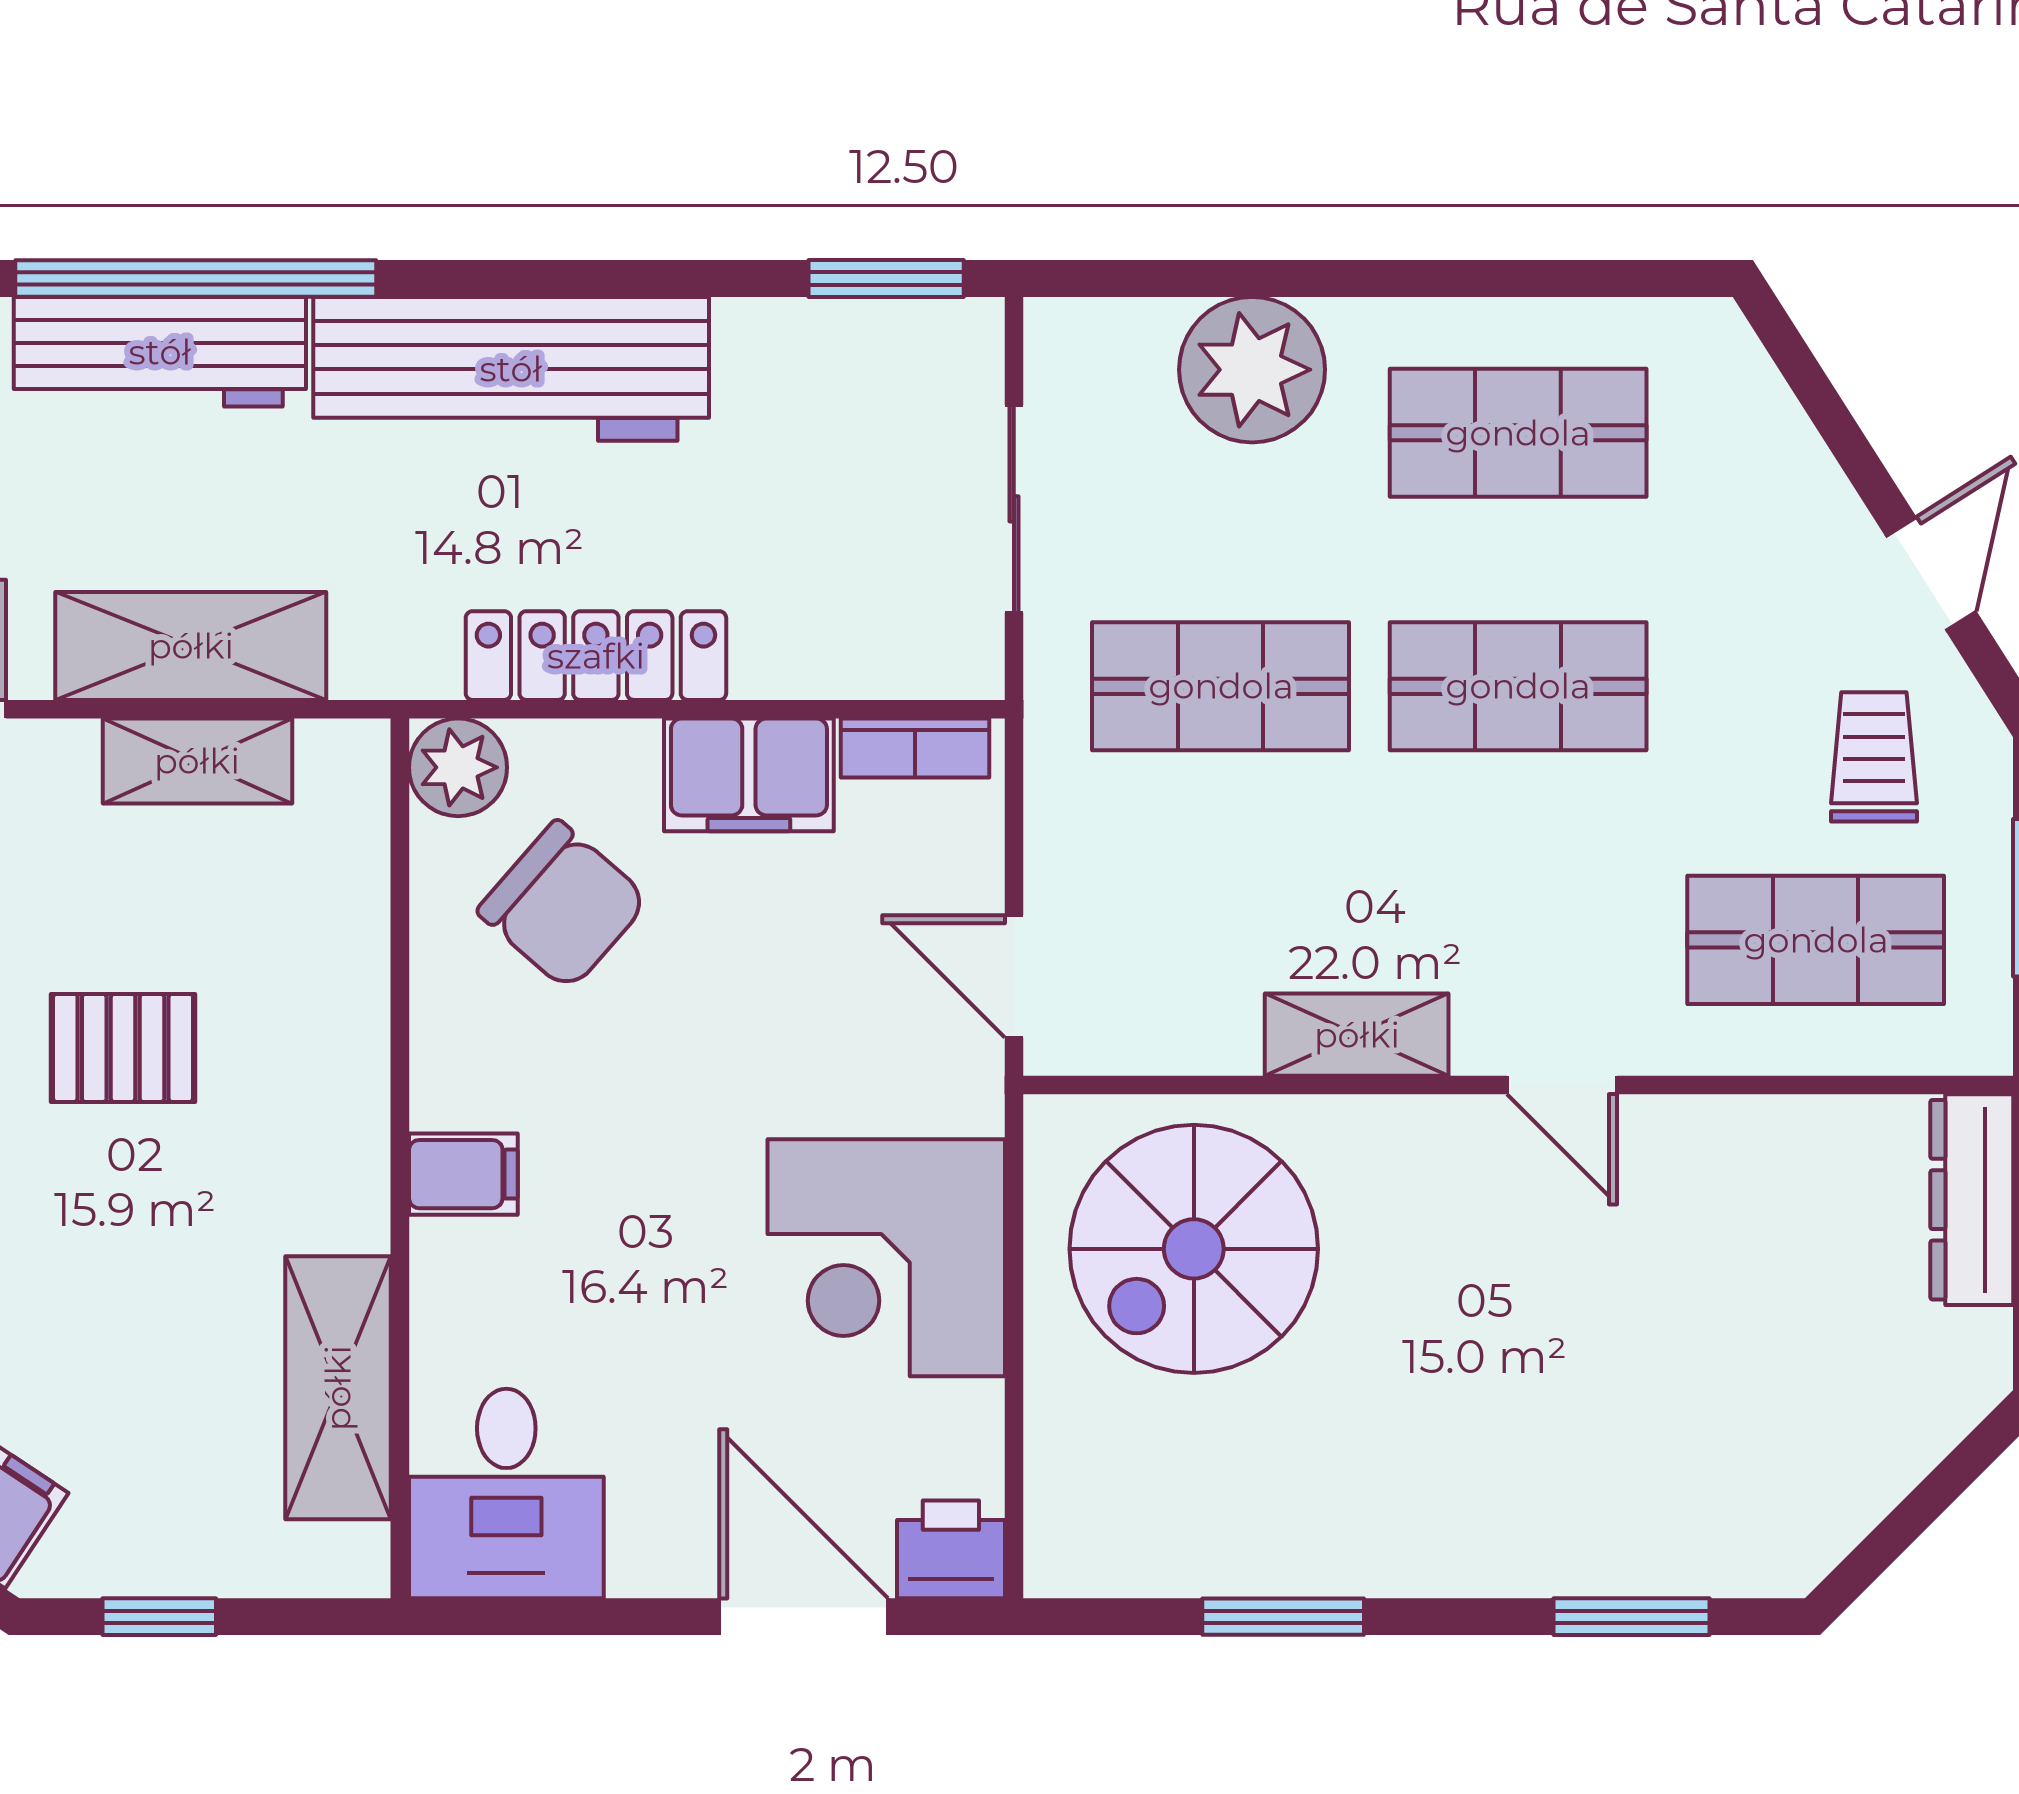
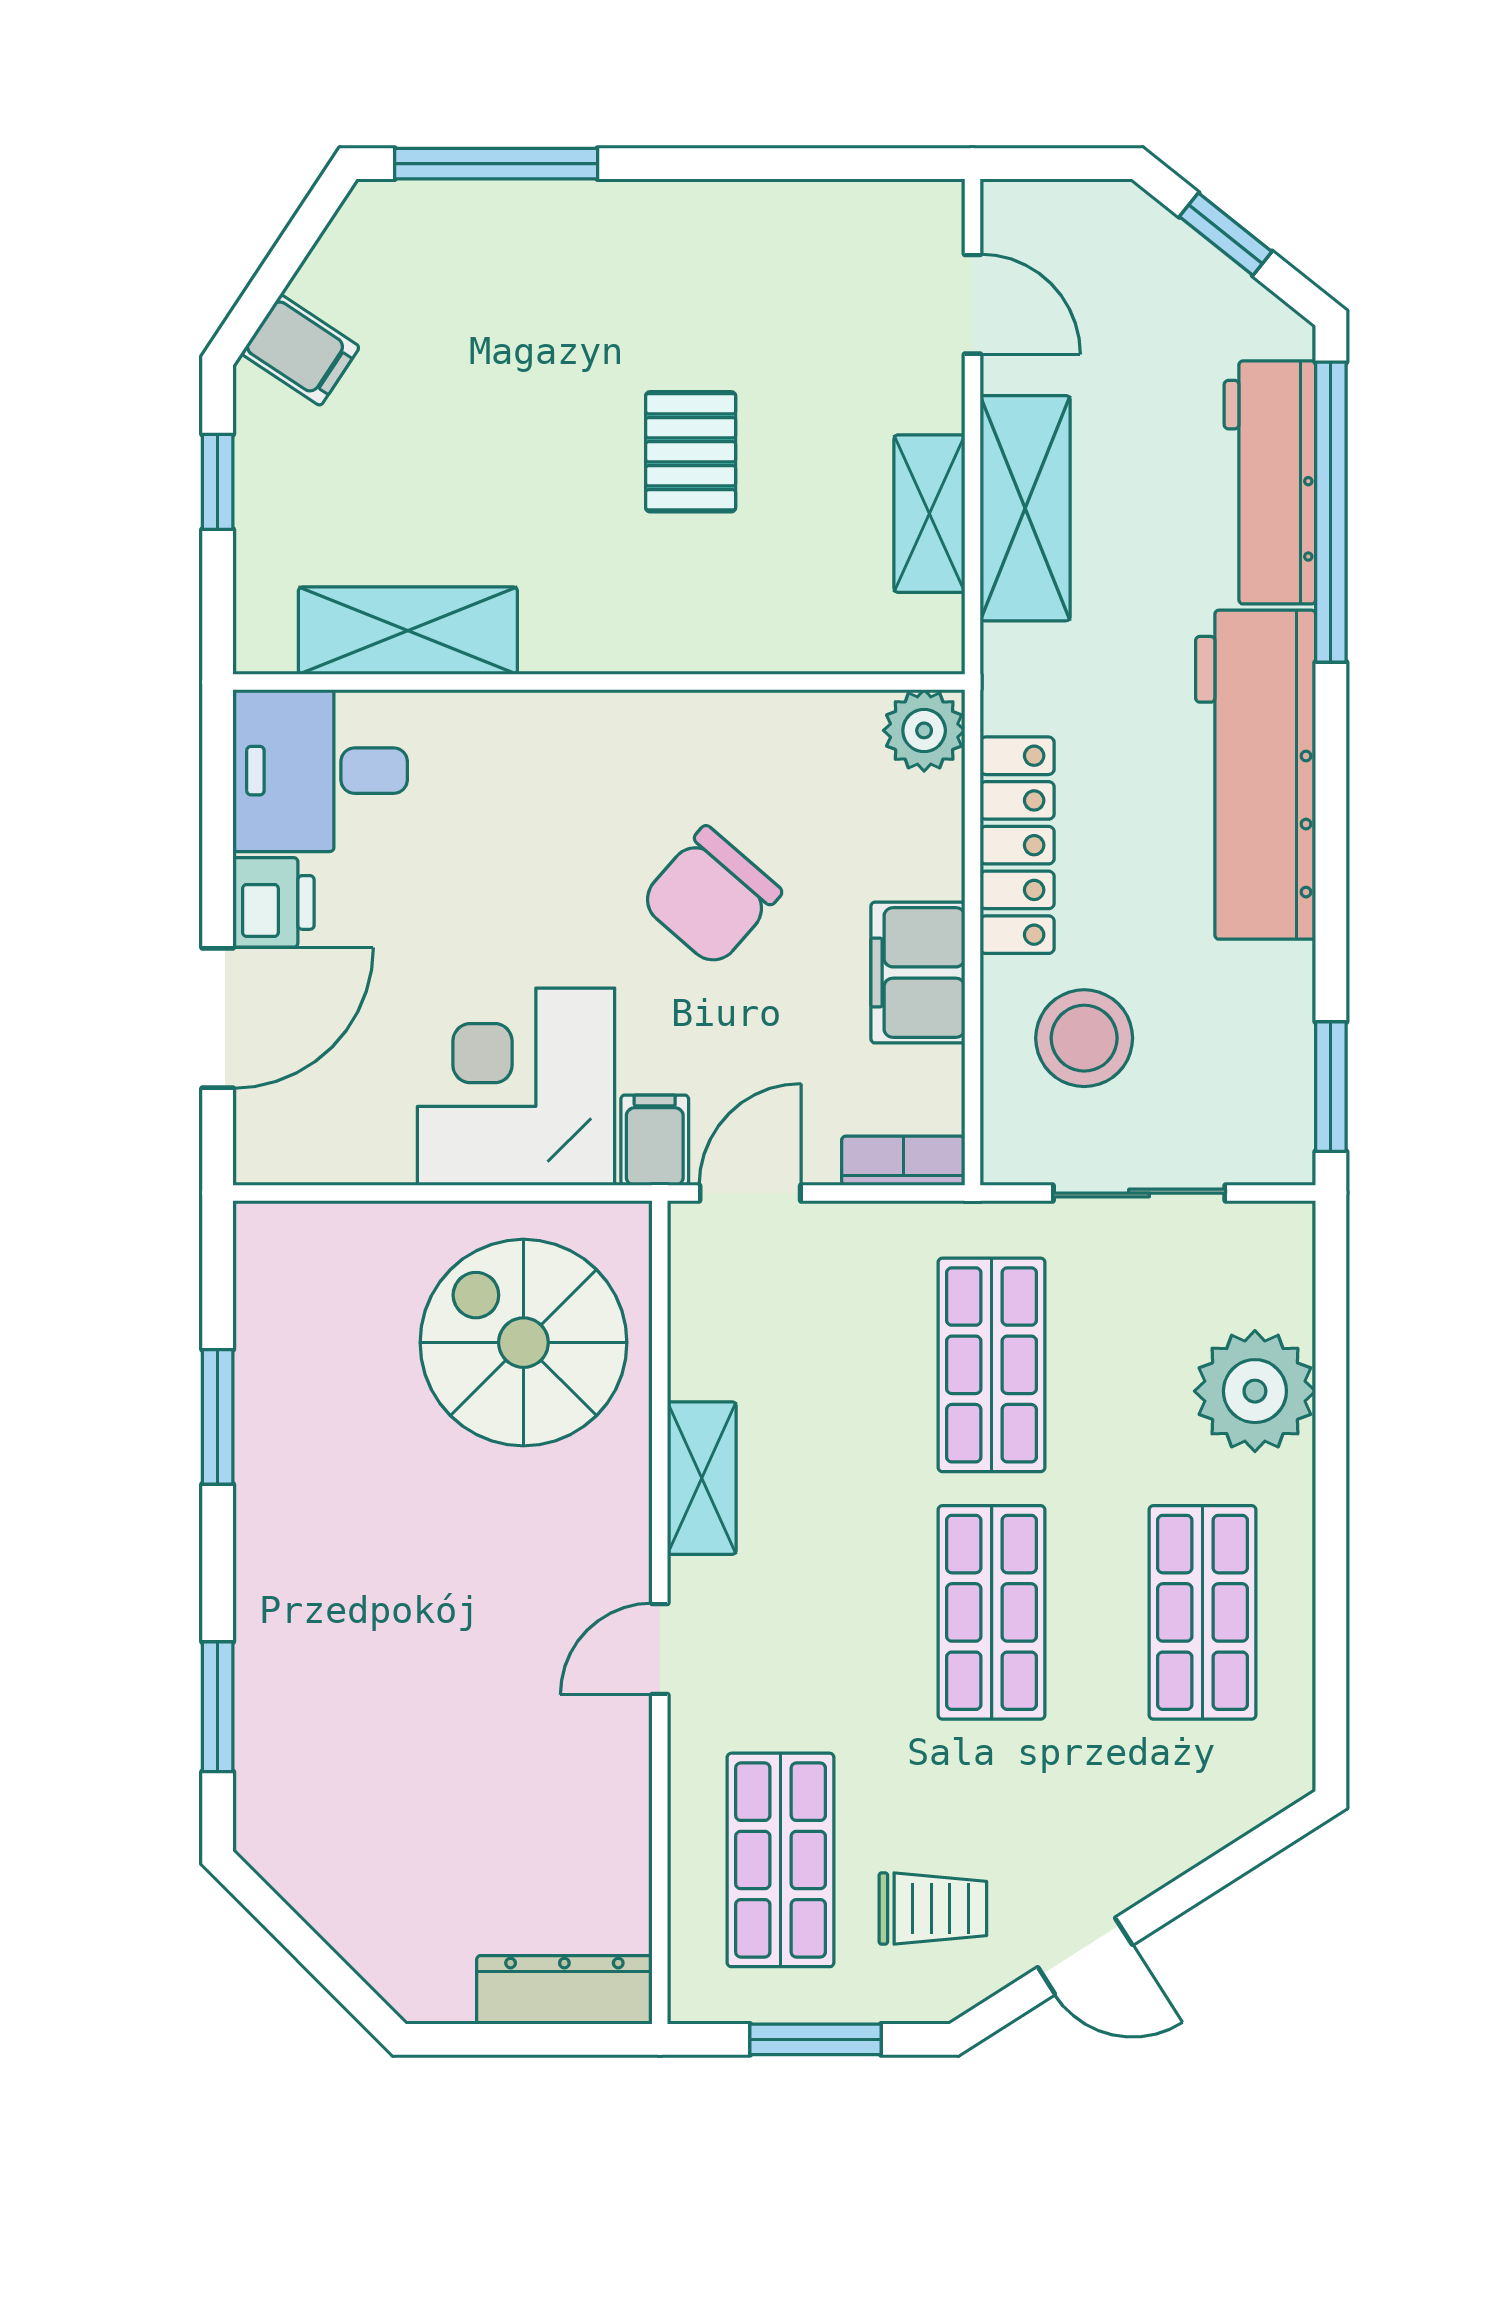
stool: (828, 575) -> (1084, 1038), added
bookcase: (915, 748) -> (903, 1161), moved, turned 90
chair: (563, 905) -> (711, 897), moved
filing cabinet: (463, 1174) -> (655, 1140), moved, turned 180
printer: (951, 1549) -> (273, 902), moved

